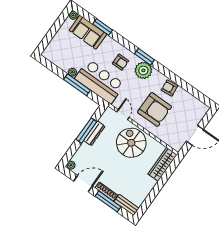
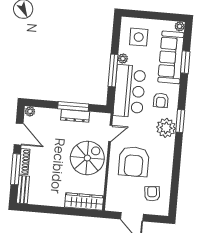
sofa: (88, 32) -> (171, 57), width x1.36
side table: (63, 51) -> (139, 37), added
armchair: (169, 88) -> (152, 194), moved

